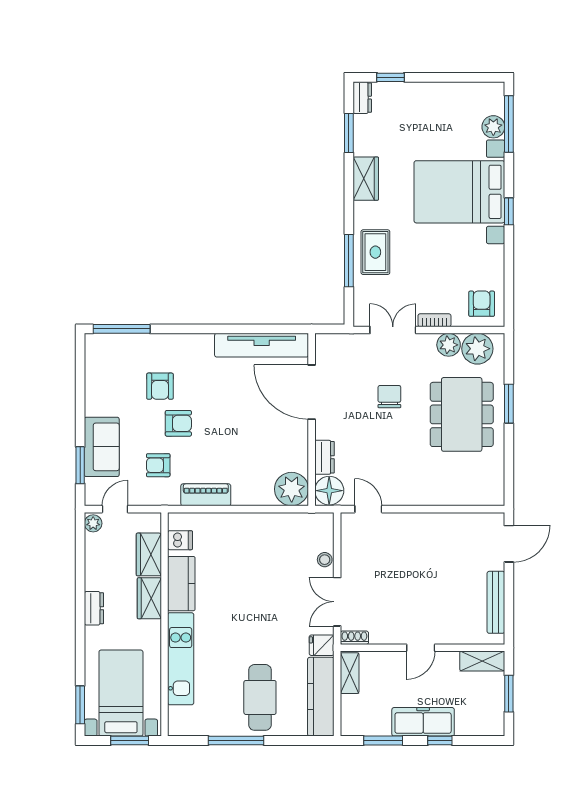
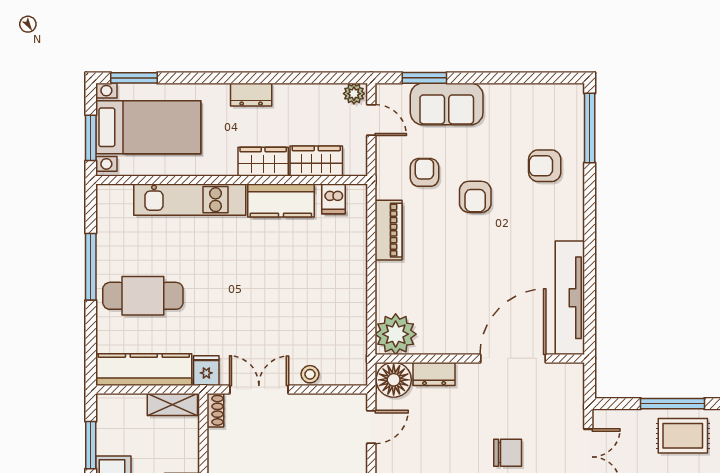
armchair: (160, 386) -> (545, 166), moved

